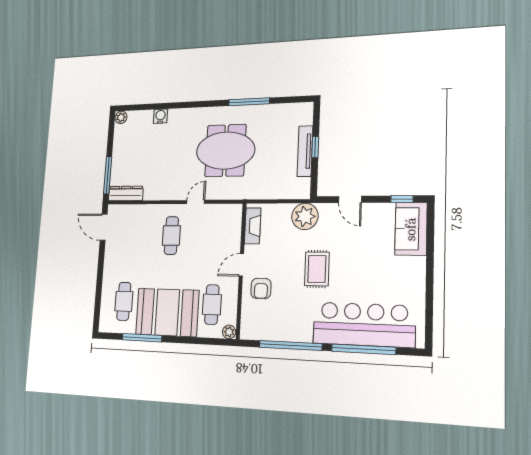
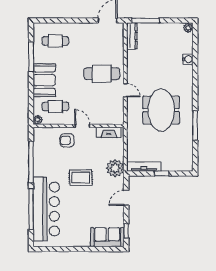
tv unit: (305, 151) -> (144, 167), moved
cafe table: (171, 236) -> (102, 74), width x1.37, depth x1.35
booth: (167, 312) -> (44, 80), width x0.73, depth x0.70

